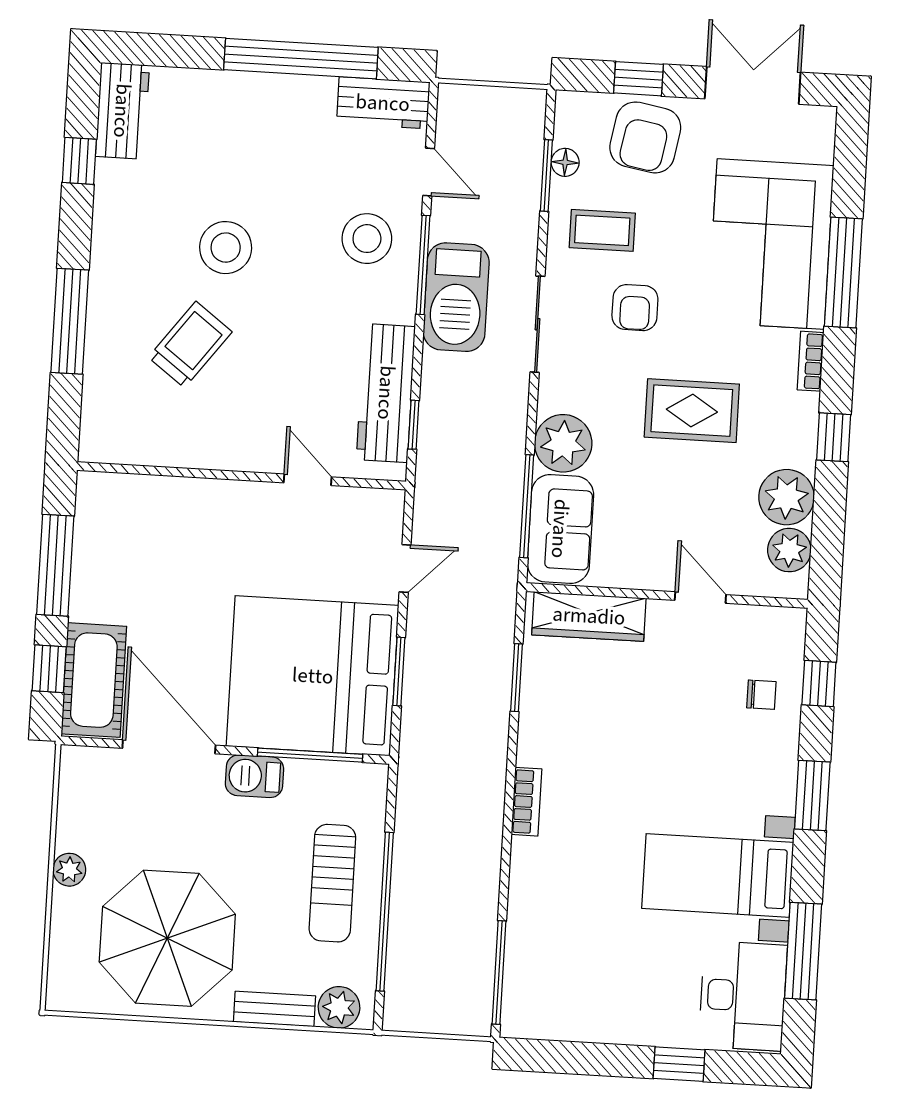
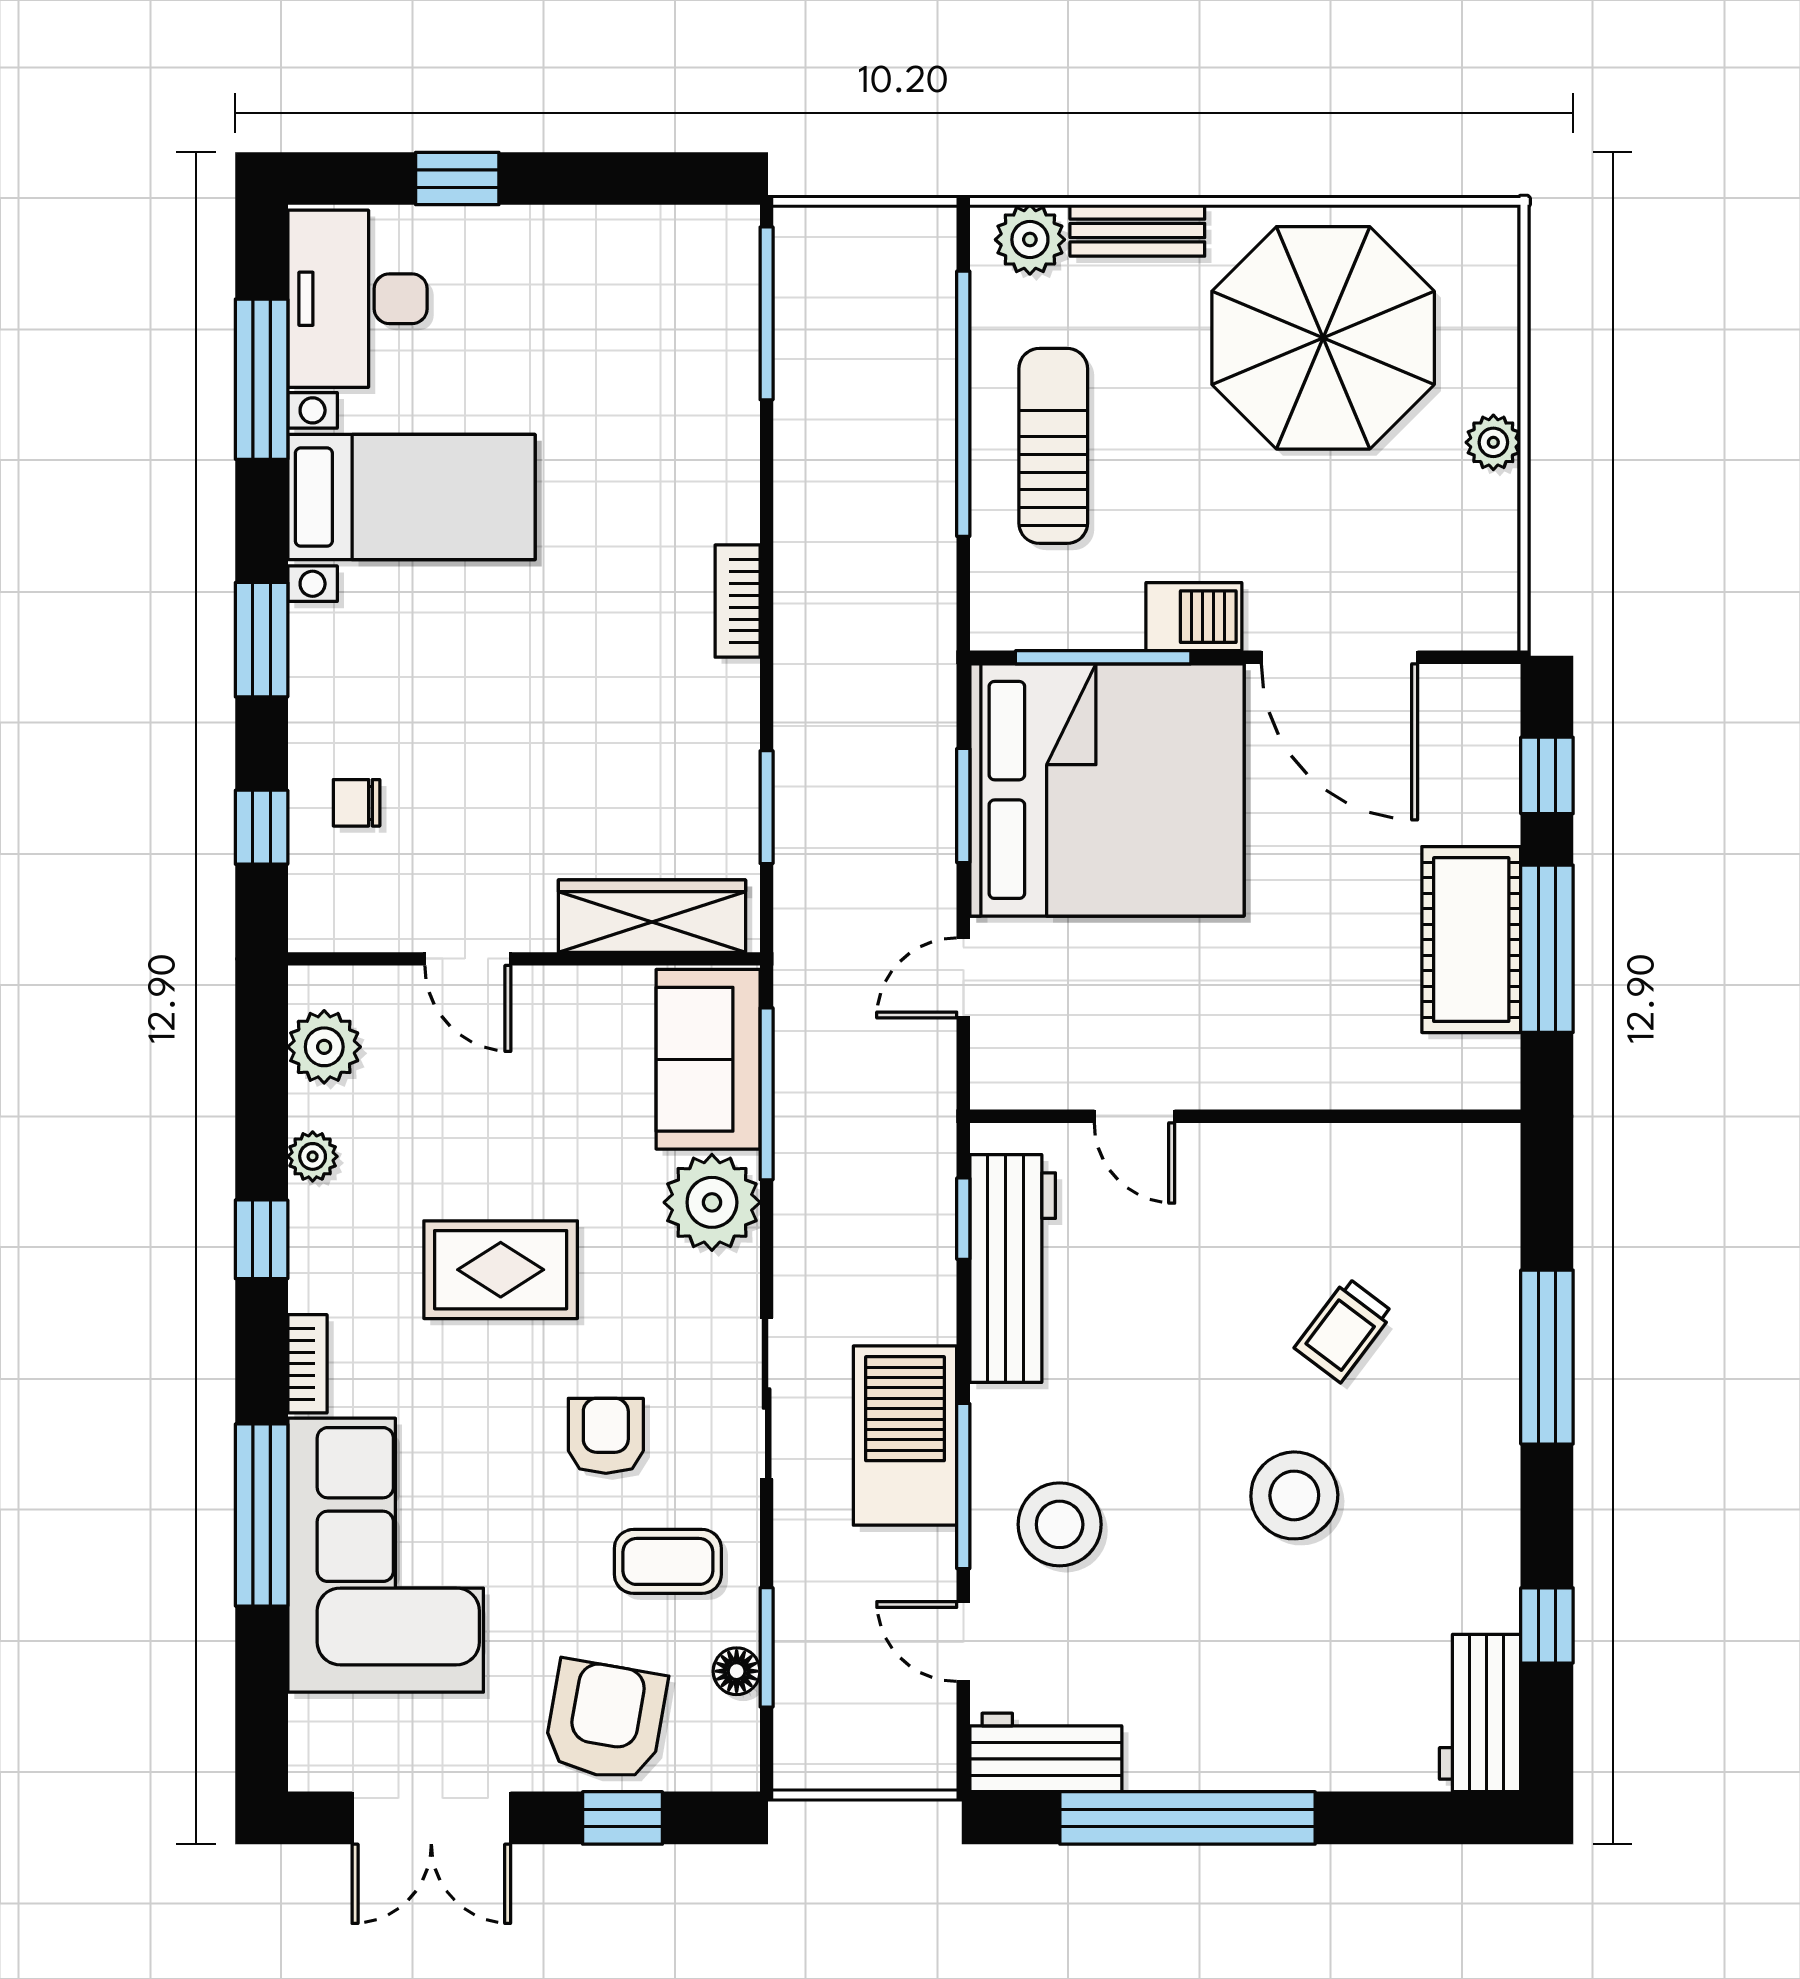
trolley: (190, 345) -> (1344, 1330), width x0.73, depth x0.72
plant: (787, 497) -> (313, 1156), width x0.53, depth x0.53
cot: (94, 680) -> (1471, 940), moved

